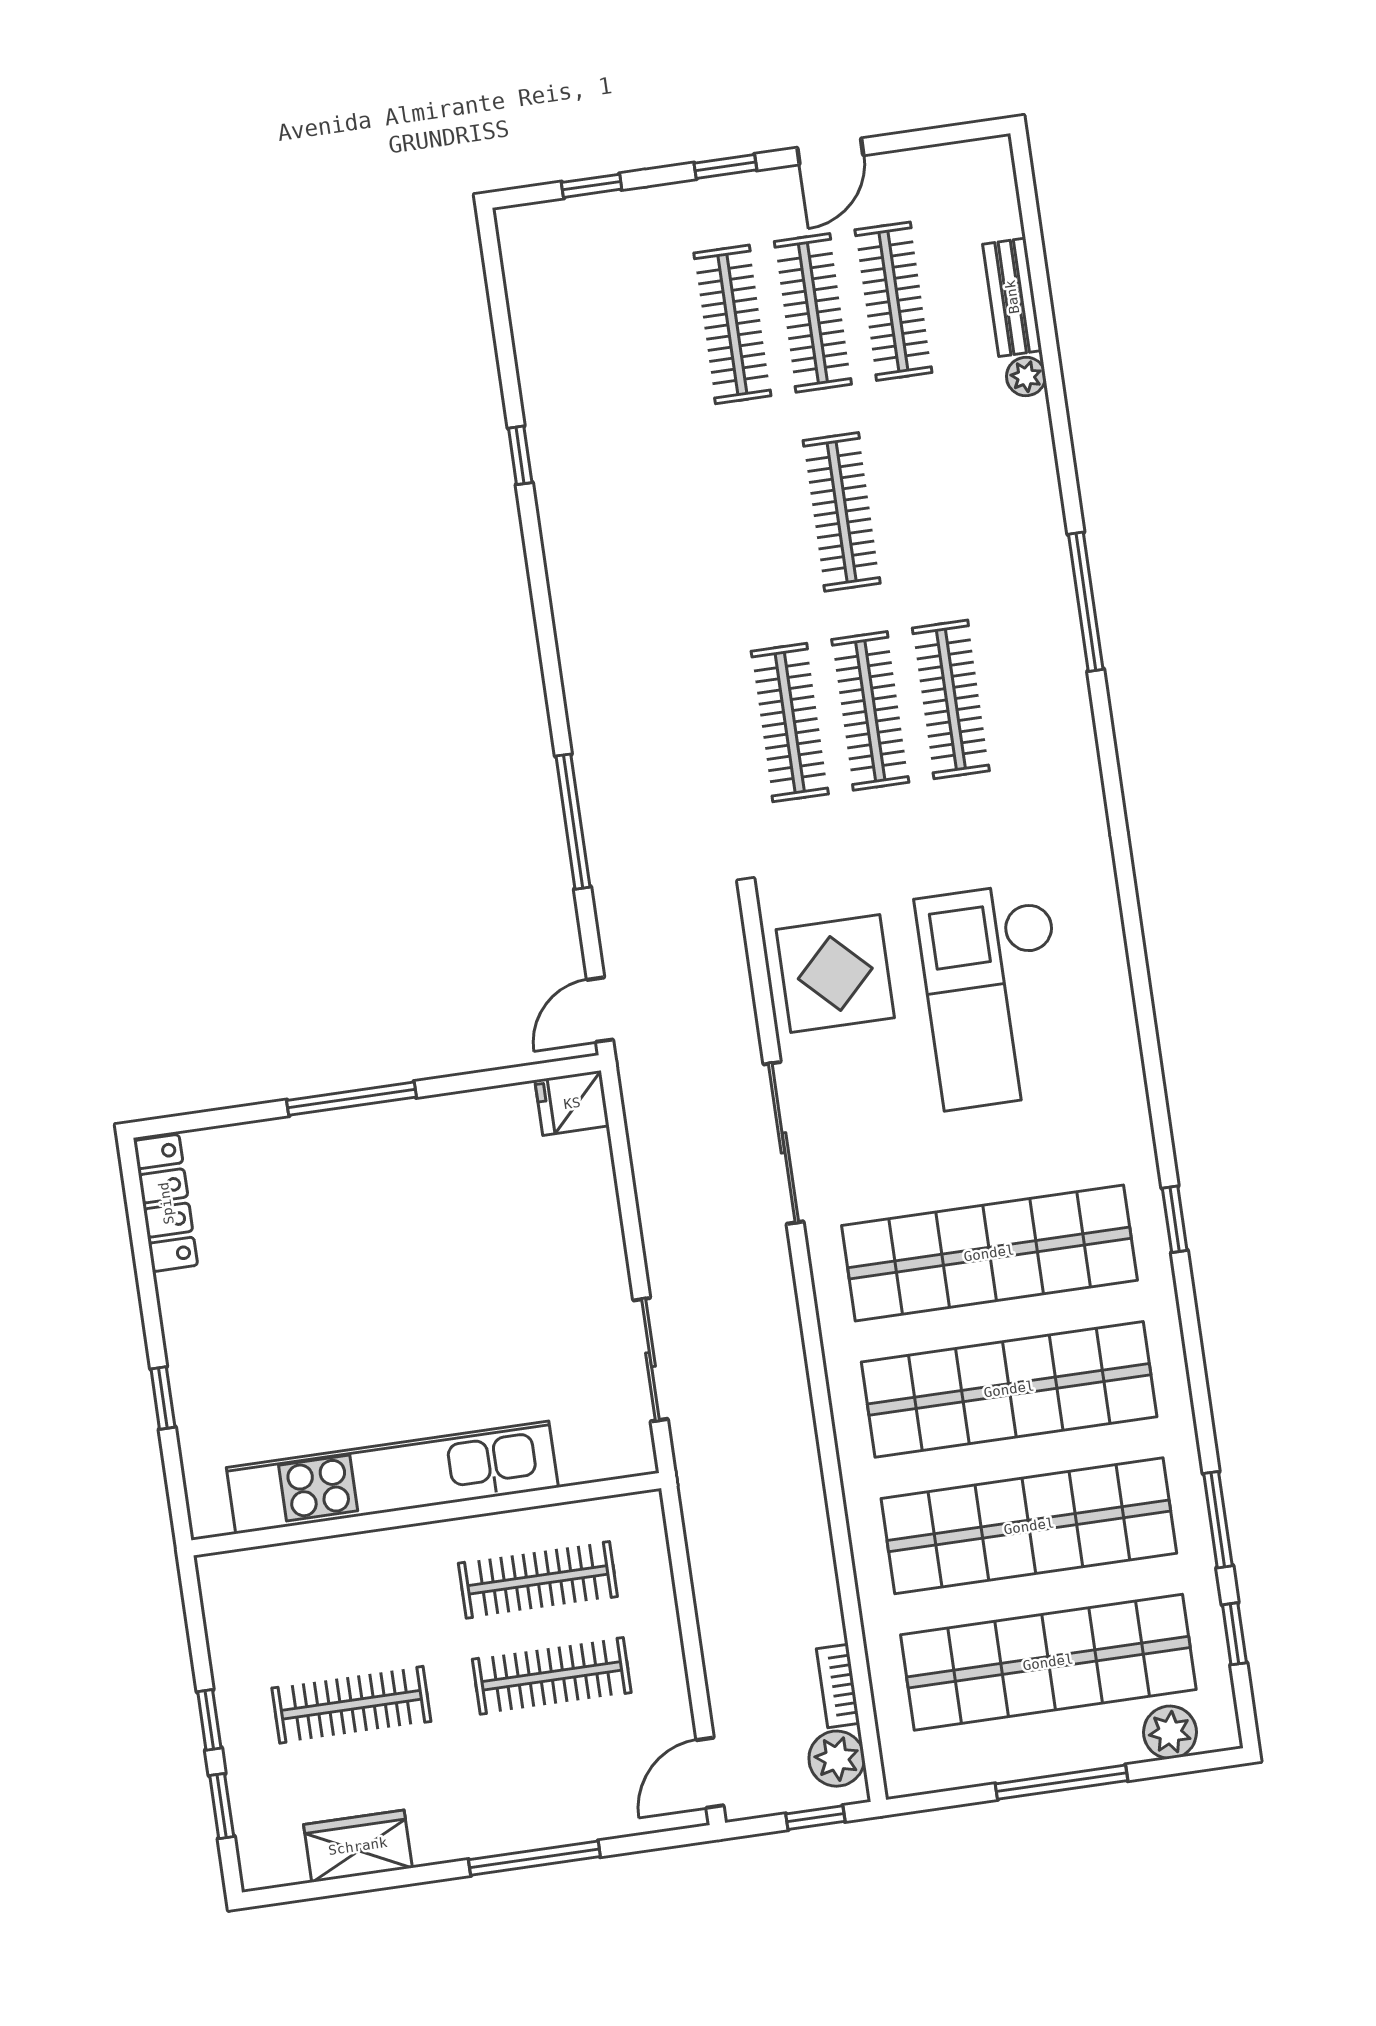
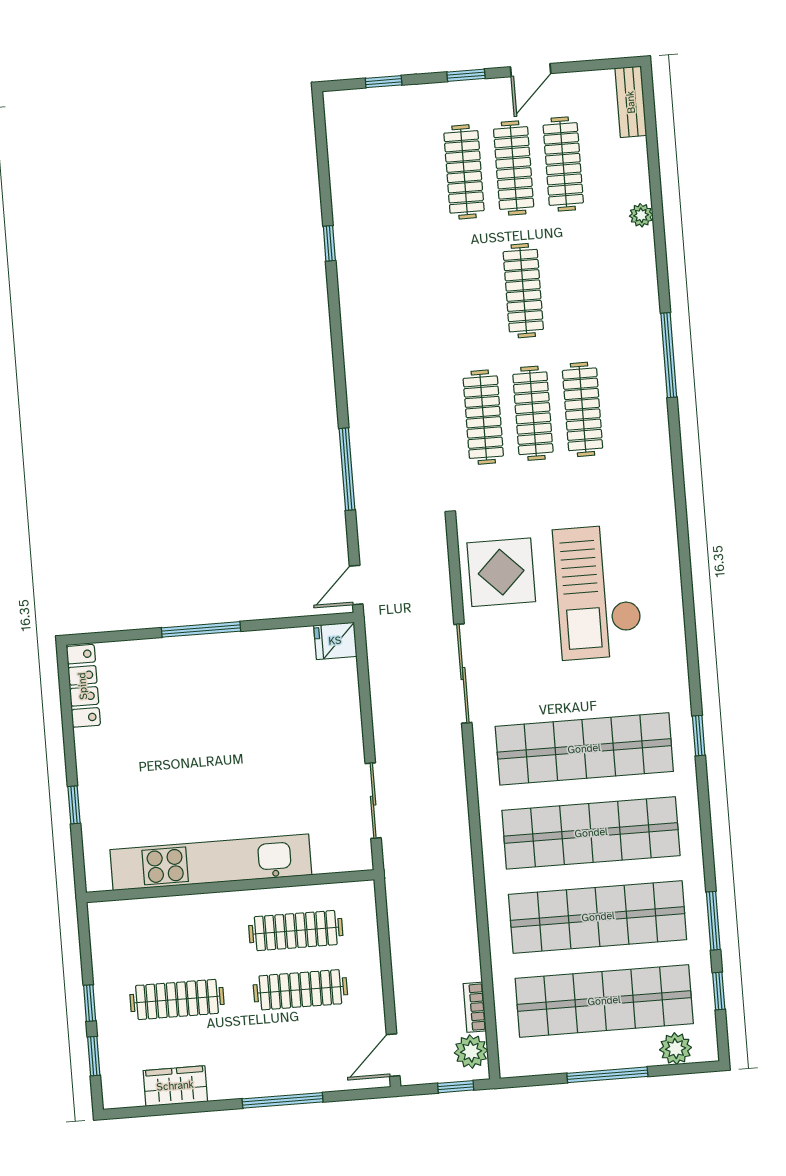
bench: (1012, 297) -> (631, 102), moved

